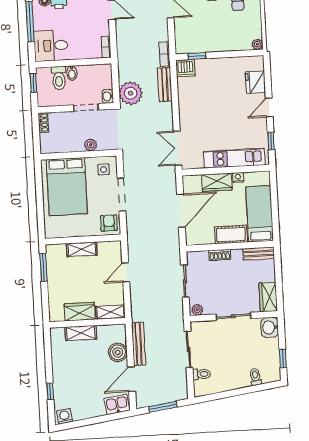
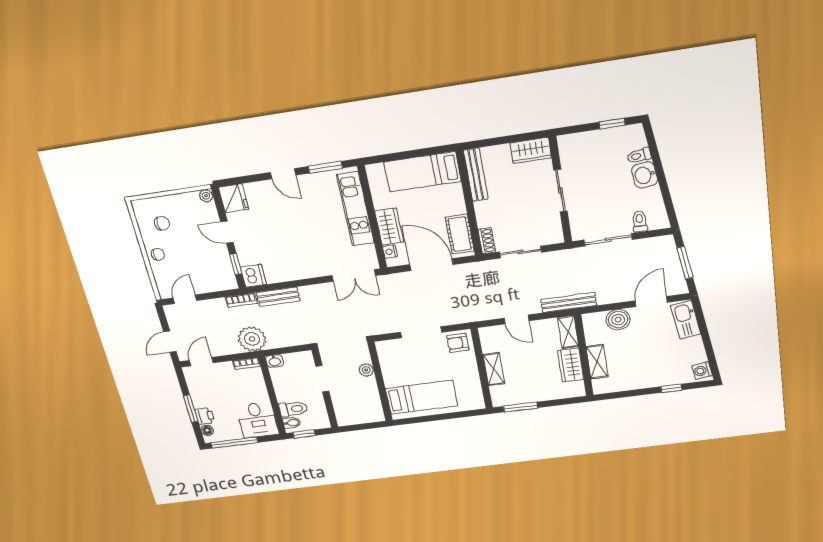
door: (225, 54) -> (227, 232), added
bidet: (72, 73) -> (292, 423), moved
fridge: (255, 82) -> (234, 198), moved, turned -90
plant: (131, 93) -> (252, 339), moved
washbasin: (108, 96) -> (275, 361), moved
shoe rack: (43, 123) -> (349, 420), removed
window: (271, 141) -> (325, 167), width x1.50
side table: (104, 170) -> (394, 354), removed
nightstand: (238, 177) -> (390, 252), moved
bed: (67, 187) -> (422, 397), width x0.67
cot: (231, 234) -> (460, 234), moved
bench: (259, 254) -> (476, 175), width x1.36
shoe rack: (220, 255) -> (487, 241), moved
plant: (197, 310) -> (556, 234), removed
washbasin: (270, 327) -> (645, 175), moved, turned 82
bench: (139, 344) -> (569, 302), moved
door: (132, 379) -> (651, 302), swing flipped
kitchen sink: (117, 404) -> (686, 320), width x1.38

